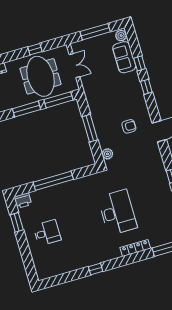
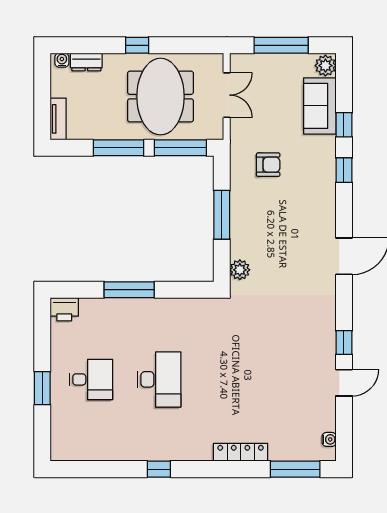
window: (35, 49) -> (137, 45), moved
armchair: (129, 126) -> (268, 165), moved
window: (53, 181) -> (129, 290), width x0.68
desk: (117, 212) -> (159, 379), moved, width x0.73, depth x0.77
window: (17, 222) -> (42, 388), moved

